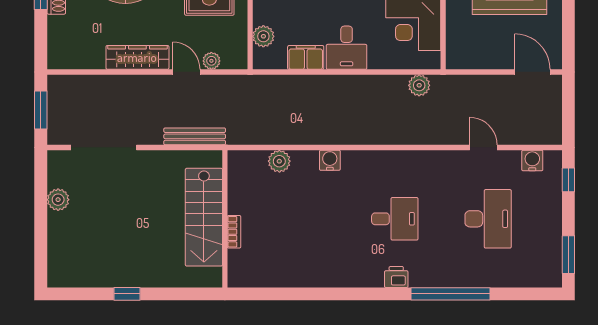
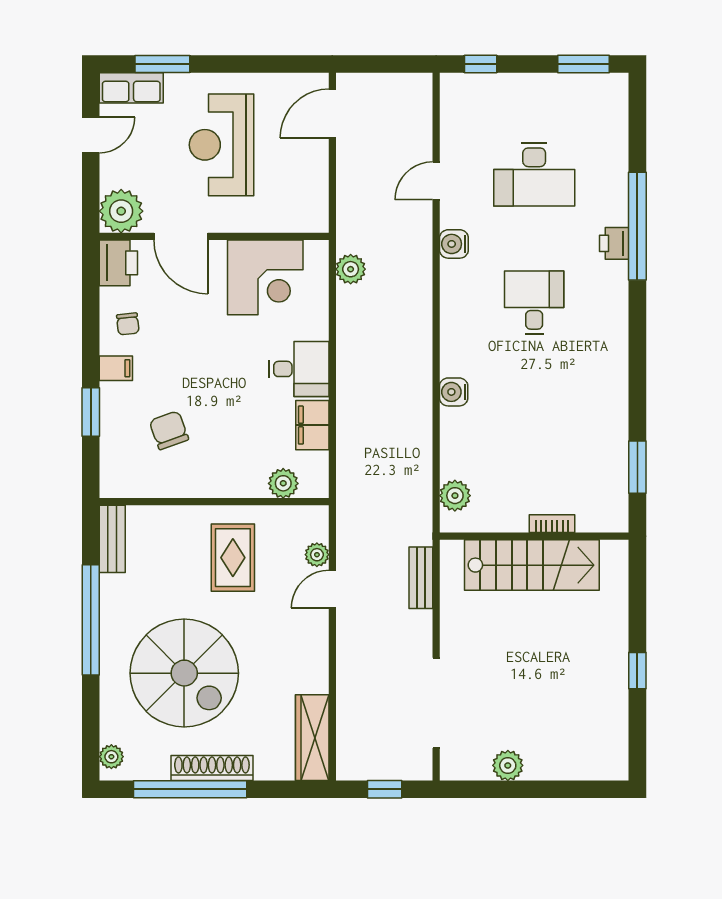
wardrobe: (137, 57) -> (312, 738), moved
window: (41, 110) -> (385, 789), width x0.67
bench: (195, 136) -> (421, 578), width x0.73
water cooler: (532, 160) -> (454, 244), moved
plant: (279, 161) -> (455, 496), moved
desk: (488, 219) -> (534, 174), turned 180
printer: (396, 277) -> (614, 243), moved
window: (275, 294) -> (637, 467), added

